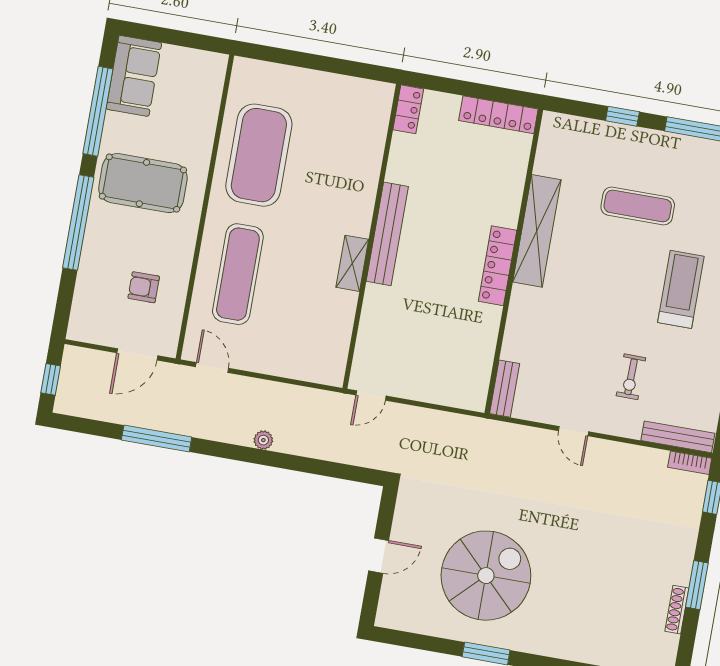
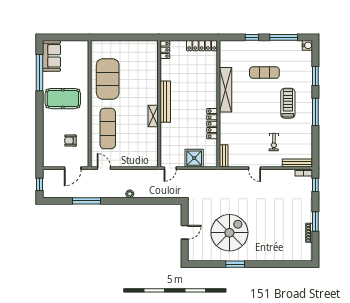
window: (78, 222) -> (40, 119), removed
locker: (498, 266) -> (212, 124), moved
shower: (433, 382) -> (194, 158), added

